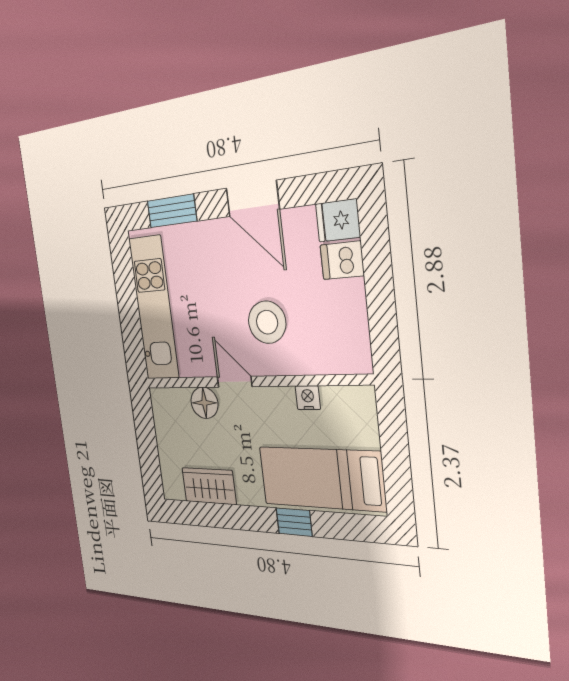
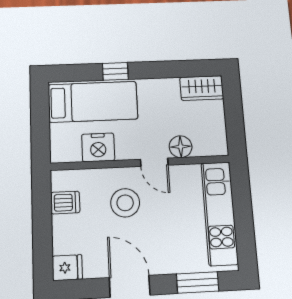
dishwasher: (342, 260) -> (65, 203), moved
nightstand: (308, 398) -> (98, 147), width x1.89, depth x1.79
wardrobe: (209, 486) -> (202, 88), moved

